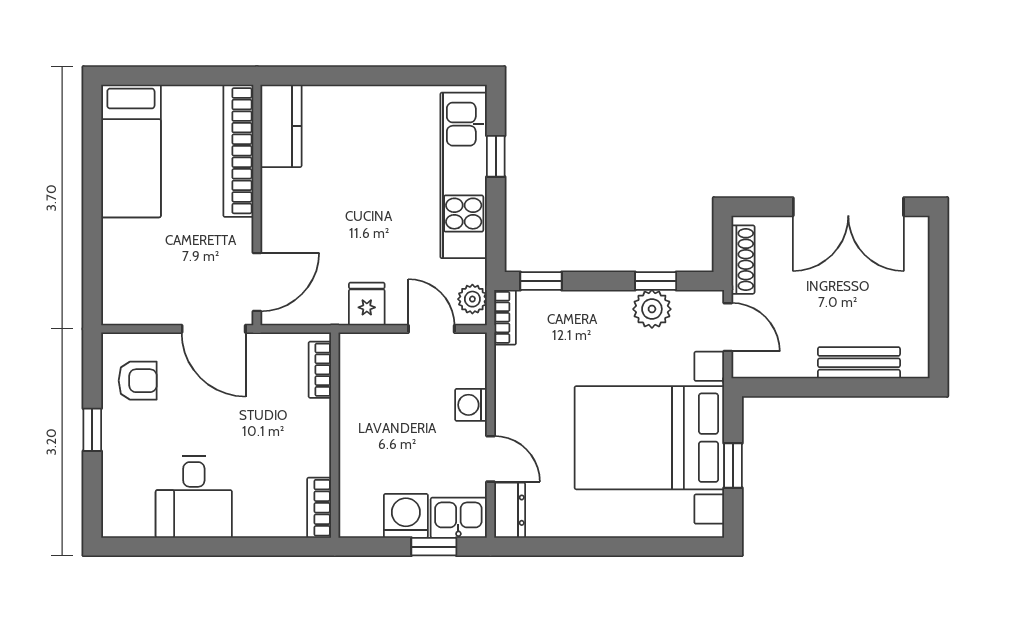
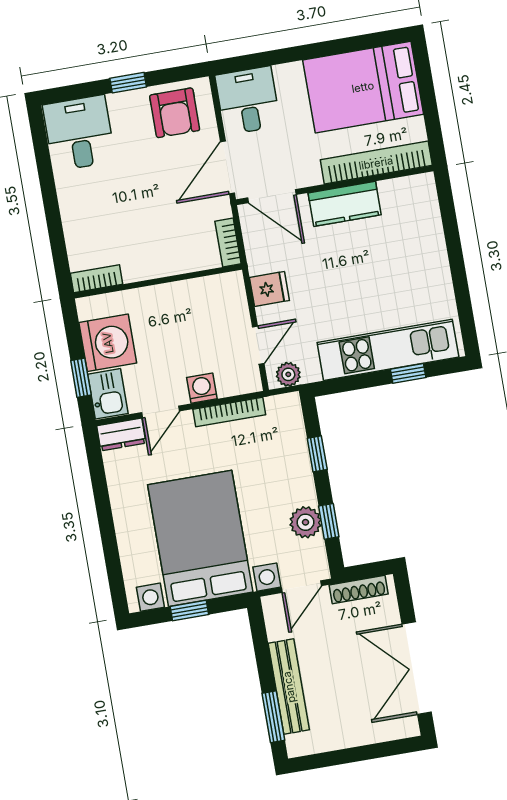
kitchen counter: (281, 126) -> (345, 204), moved
bed: (131, 151) -> (363, 87), width x1.50
window: (541, 281) -> (317, 454), moved
desk: (138, 291) -> (248, 101), added
bookcase: (505, 317) -> (229, 412), moved, width x1.56
bench: (859, 363) -> (289, 687), width x1.36
bookcase: (320, 370) -> (228, 242), moved, turned -90
armchair: (138, 381) -> (175, 113), width x1.38, depth x1.38
window: (877, 387) -> (273, 717), added
desk: (194, 497) -> (79, 133), moved, turned 90
washing machine: (406, 516) -> (108, 343), width x1.37, depth x1.37

